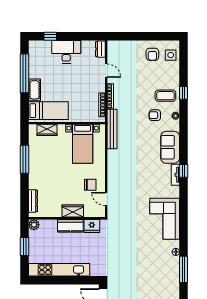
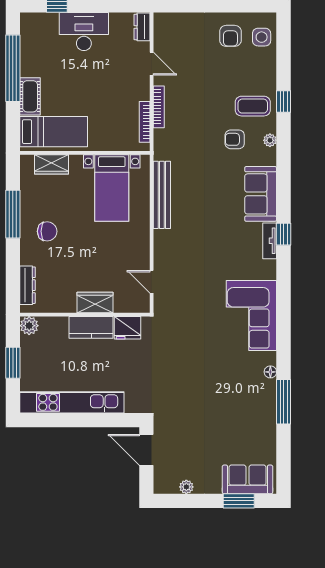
bench: (112, 129) -> (162, 195), moved
chair: (90, 185) -> (47, 231), moved

